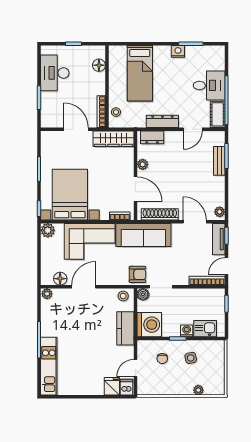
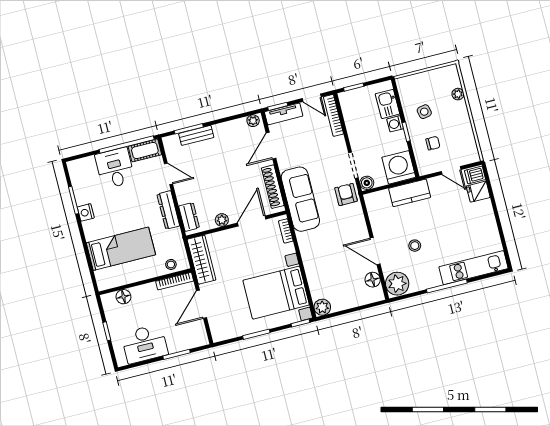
corner sofa: (90, 241) -> (323, 257), removed
plant: (47, 294) -> (397, 284), width x1.87, depth x1.87
stool: (123, 296) -> (415, 246), moved

